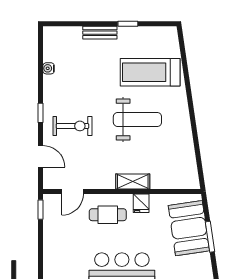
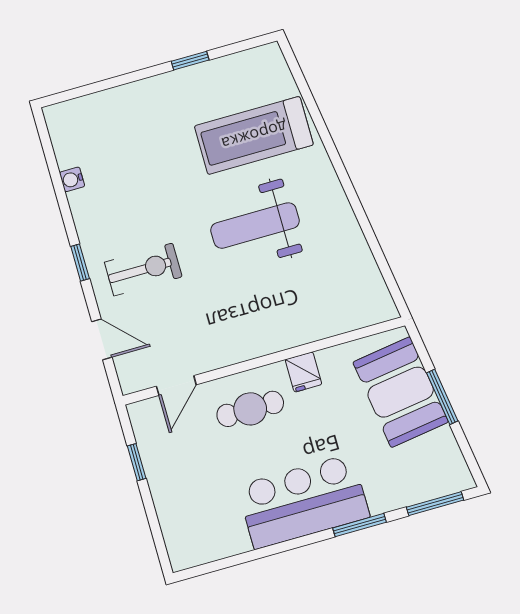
bench: (100, 33) -> (145, 90), removed
weight bench: (137, 120) -> (255, 226), turned 180
shelving: (133, 182) -> (278, 338), removed
window: (40, 210) -> (137, 462), moved

